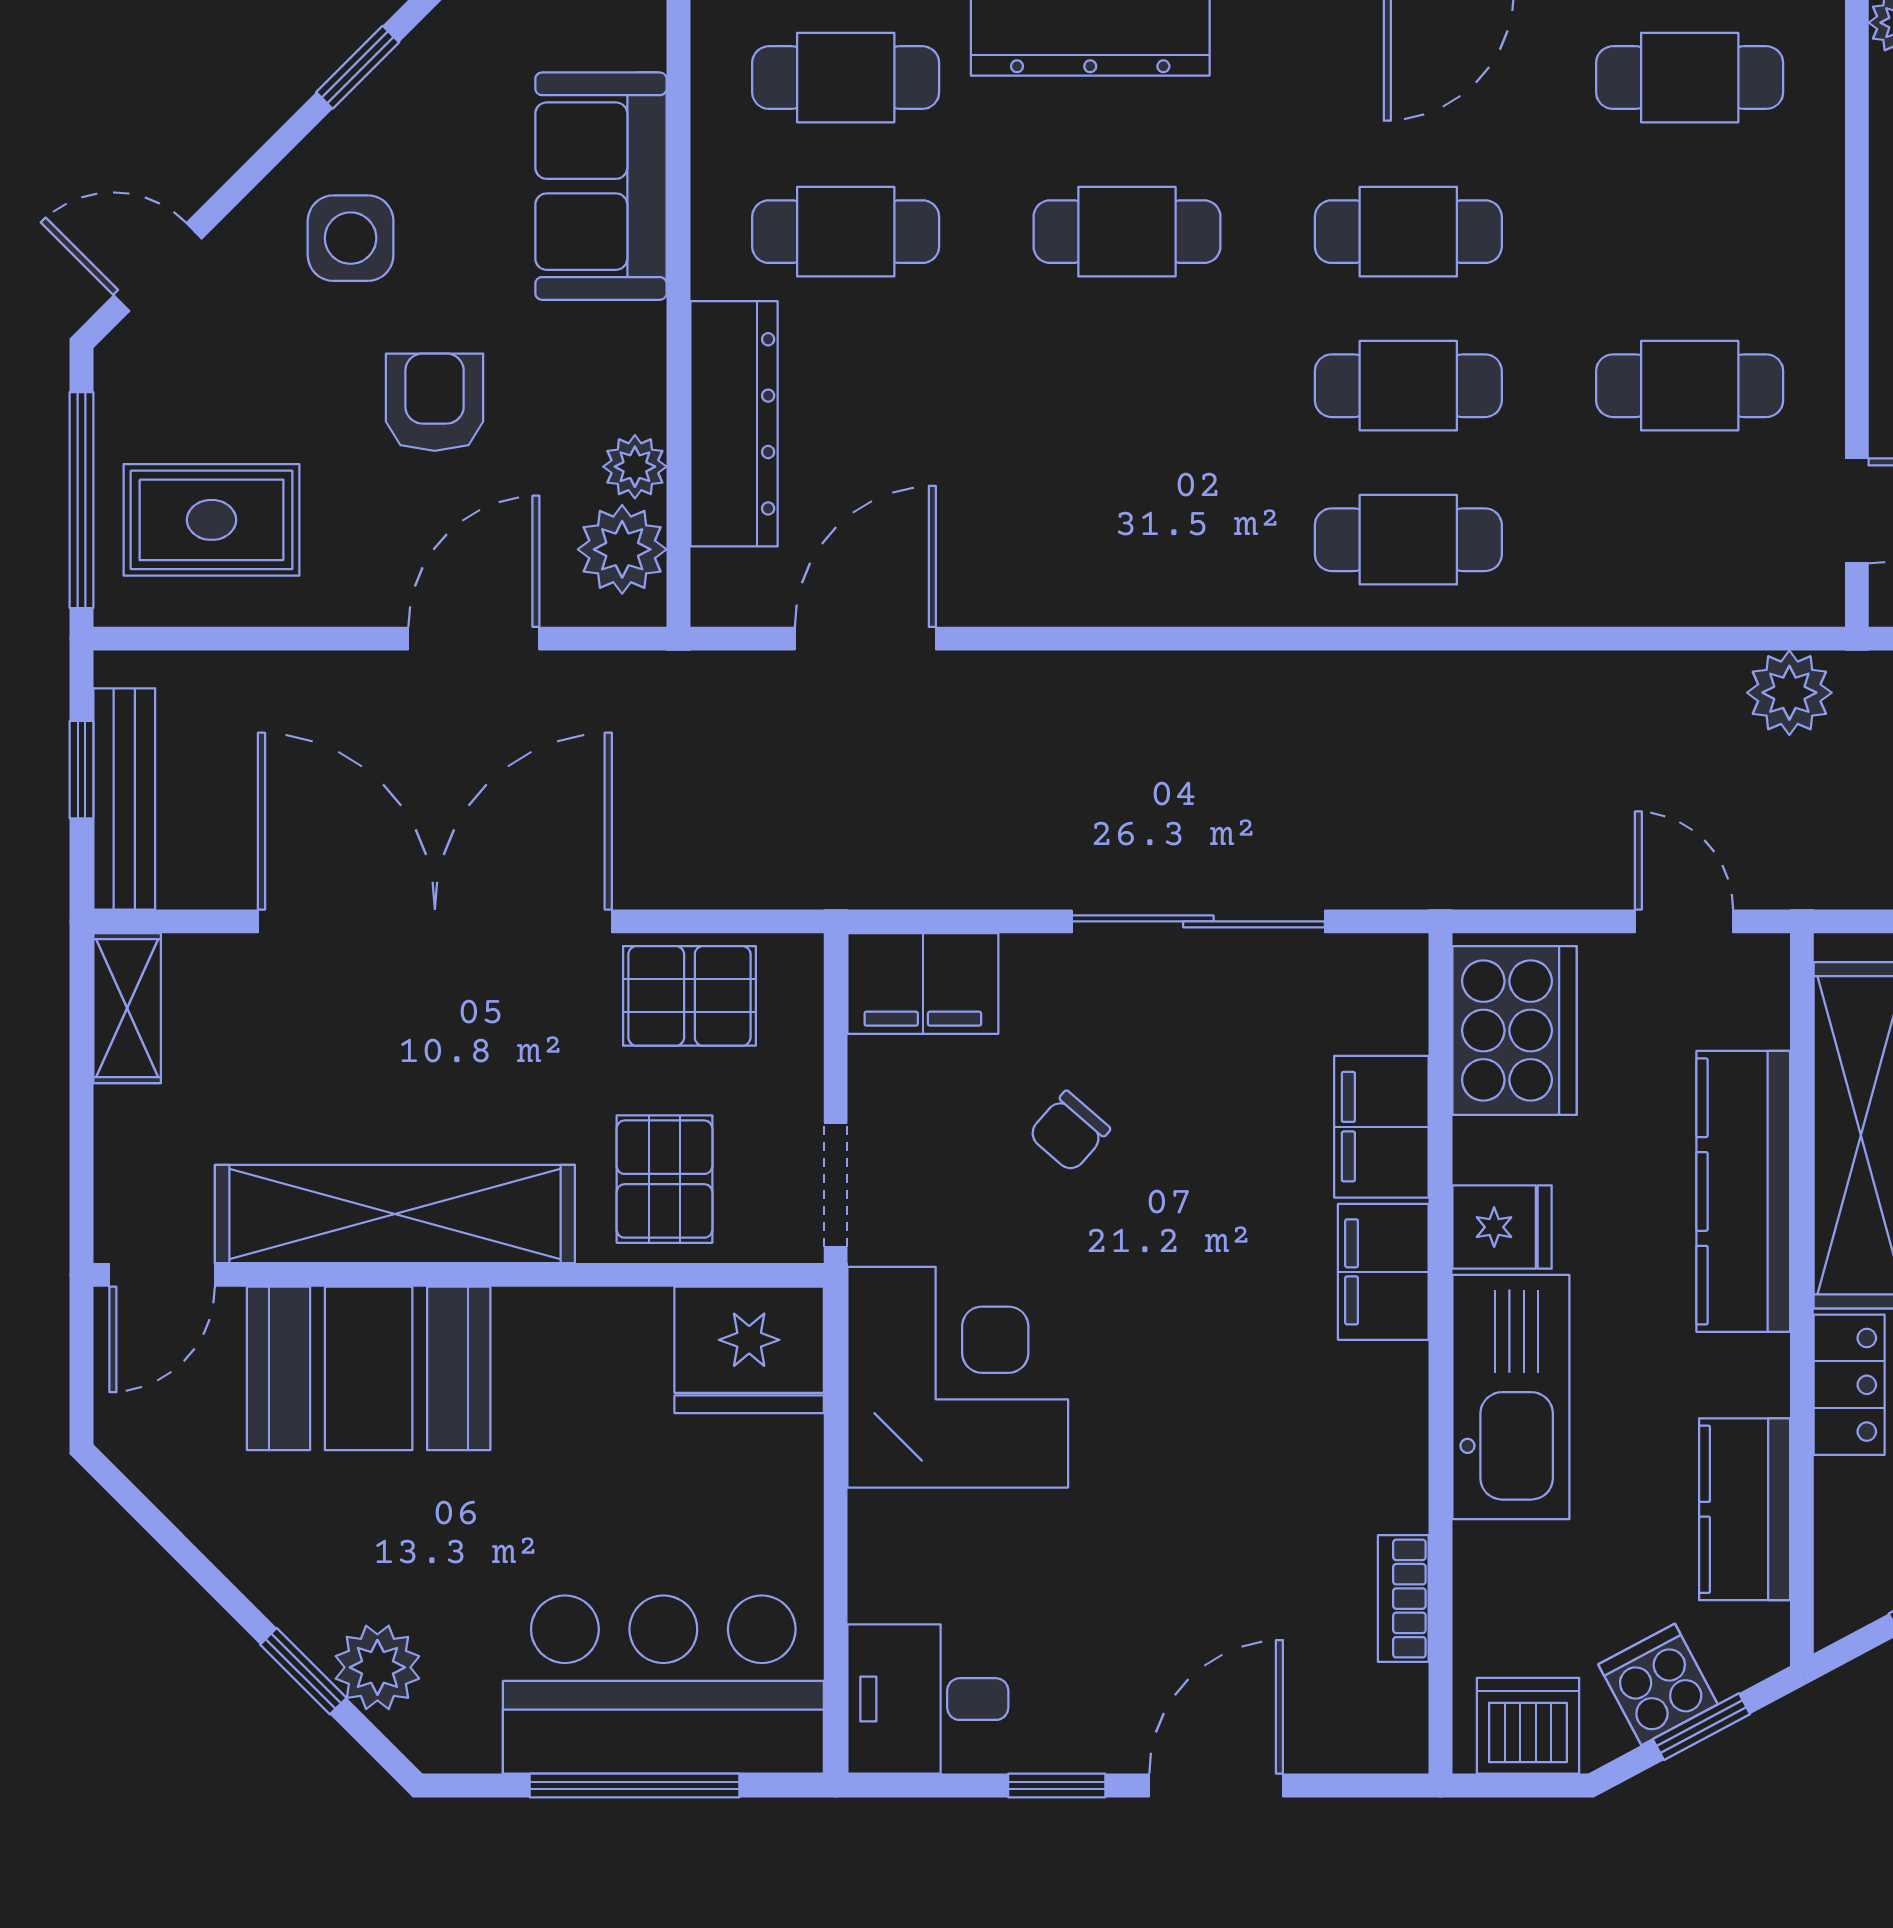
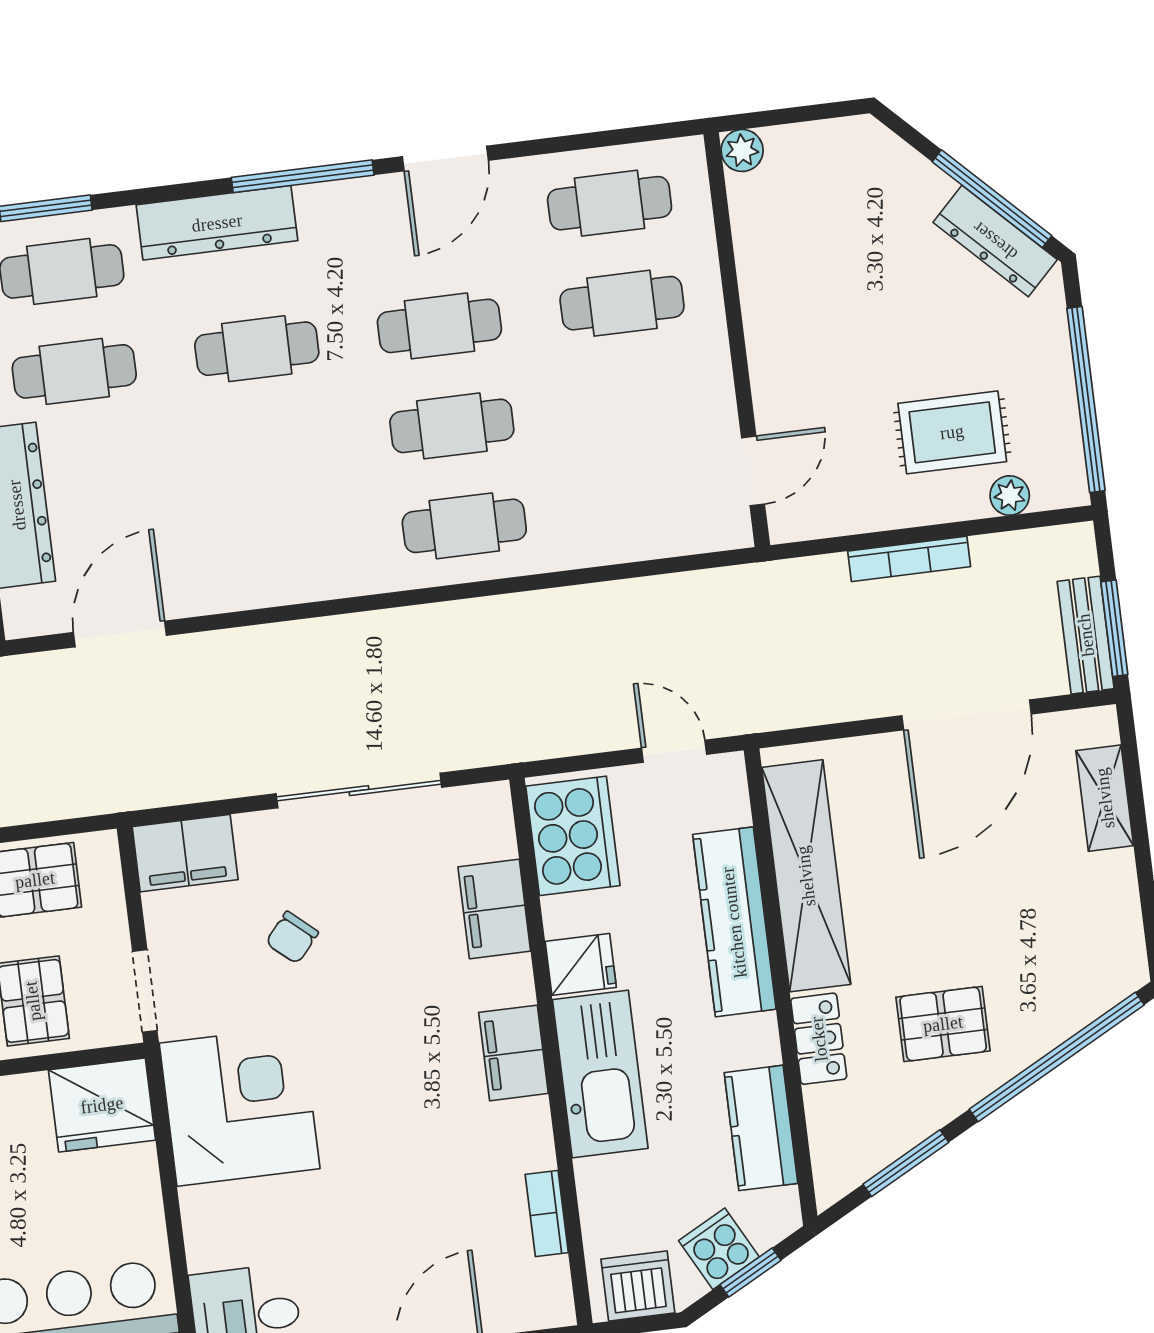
cafe table: (1690, 386) -> (622, 303), moved
plant: (1789, 693) -> (724, 594), removed
filing cabinet: (1383, 1272) -> (514, 1053), moved

